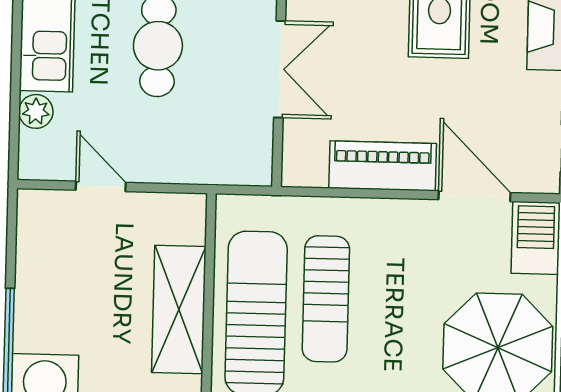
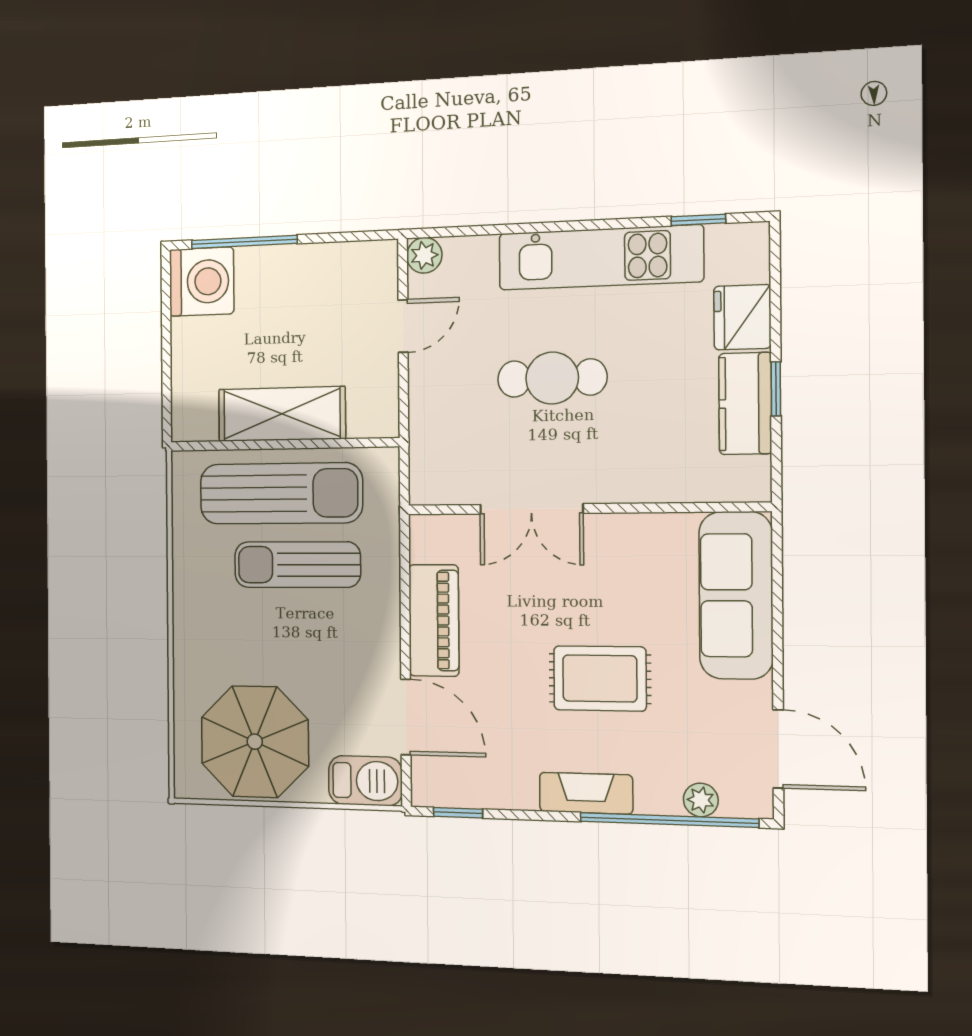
plant: (36, 111) -> (424, 255), moved
door: (474, 196) -> (406, 717), hinge flipped

